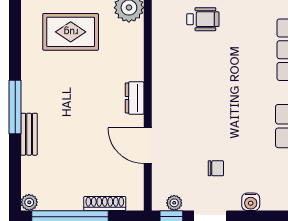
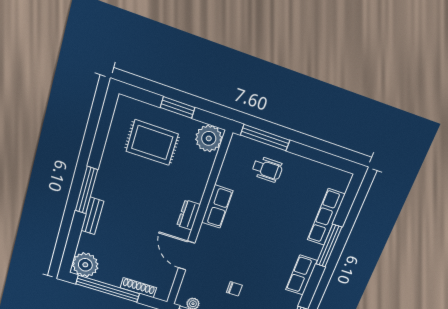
row of seats: (163, 78) -> (217, 207), added
plant: (29, 202) -> (85, 265), width x1.88, depth x1.88

